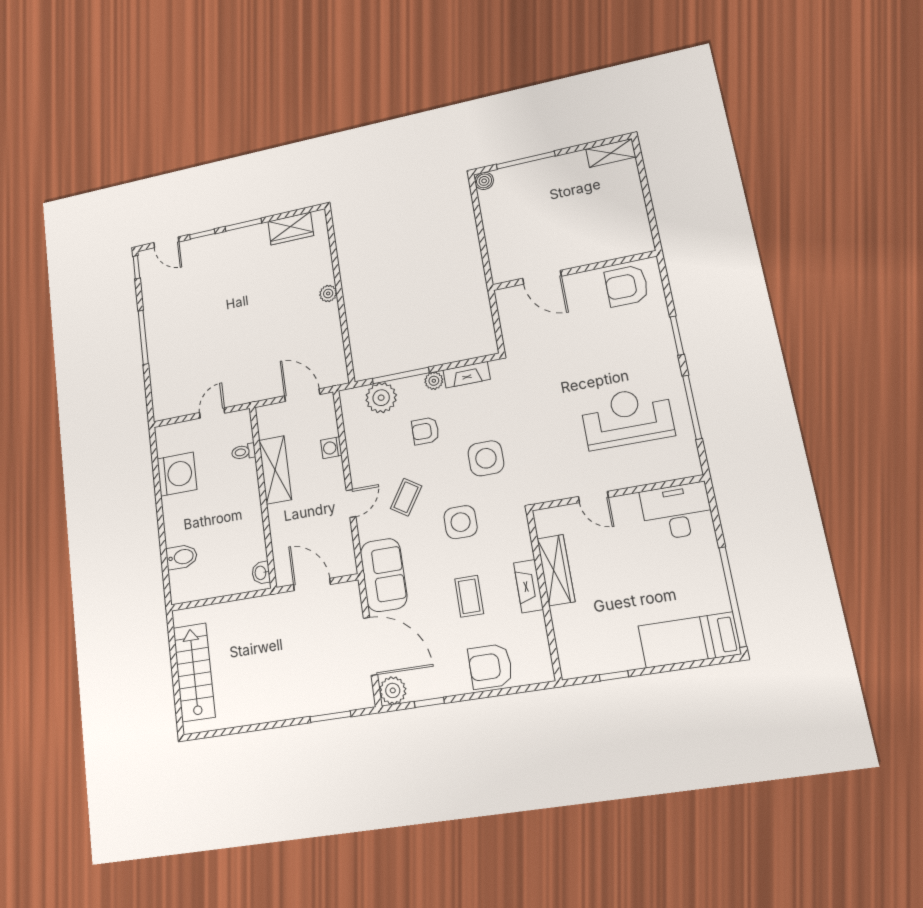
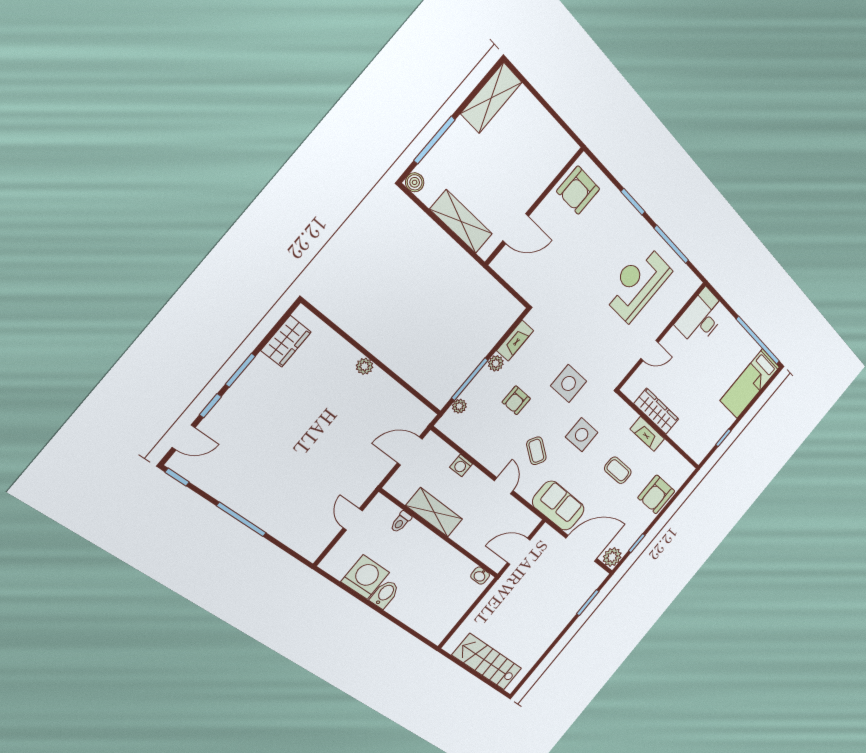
shelving: (611, 153) -> (491, 98), width x1.50, depth x1.33
shelving: (498, 237) -> (461, 222), added
plant: (381, 398) -> (459, 406), width x0.53, depth x0.53
bidet: (182, 557) -> (385, 594), moved

